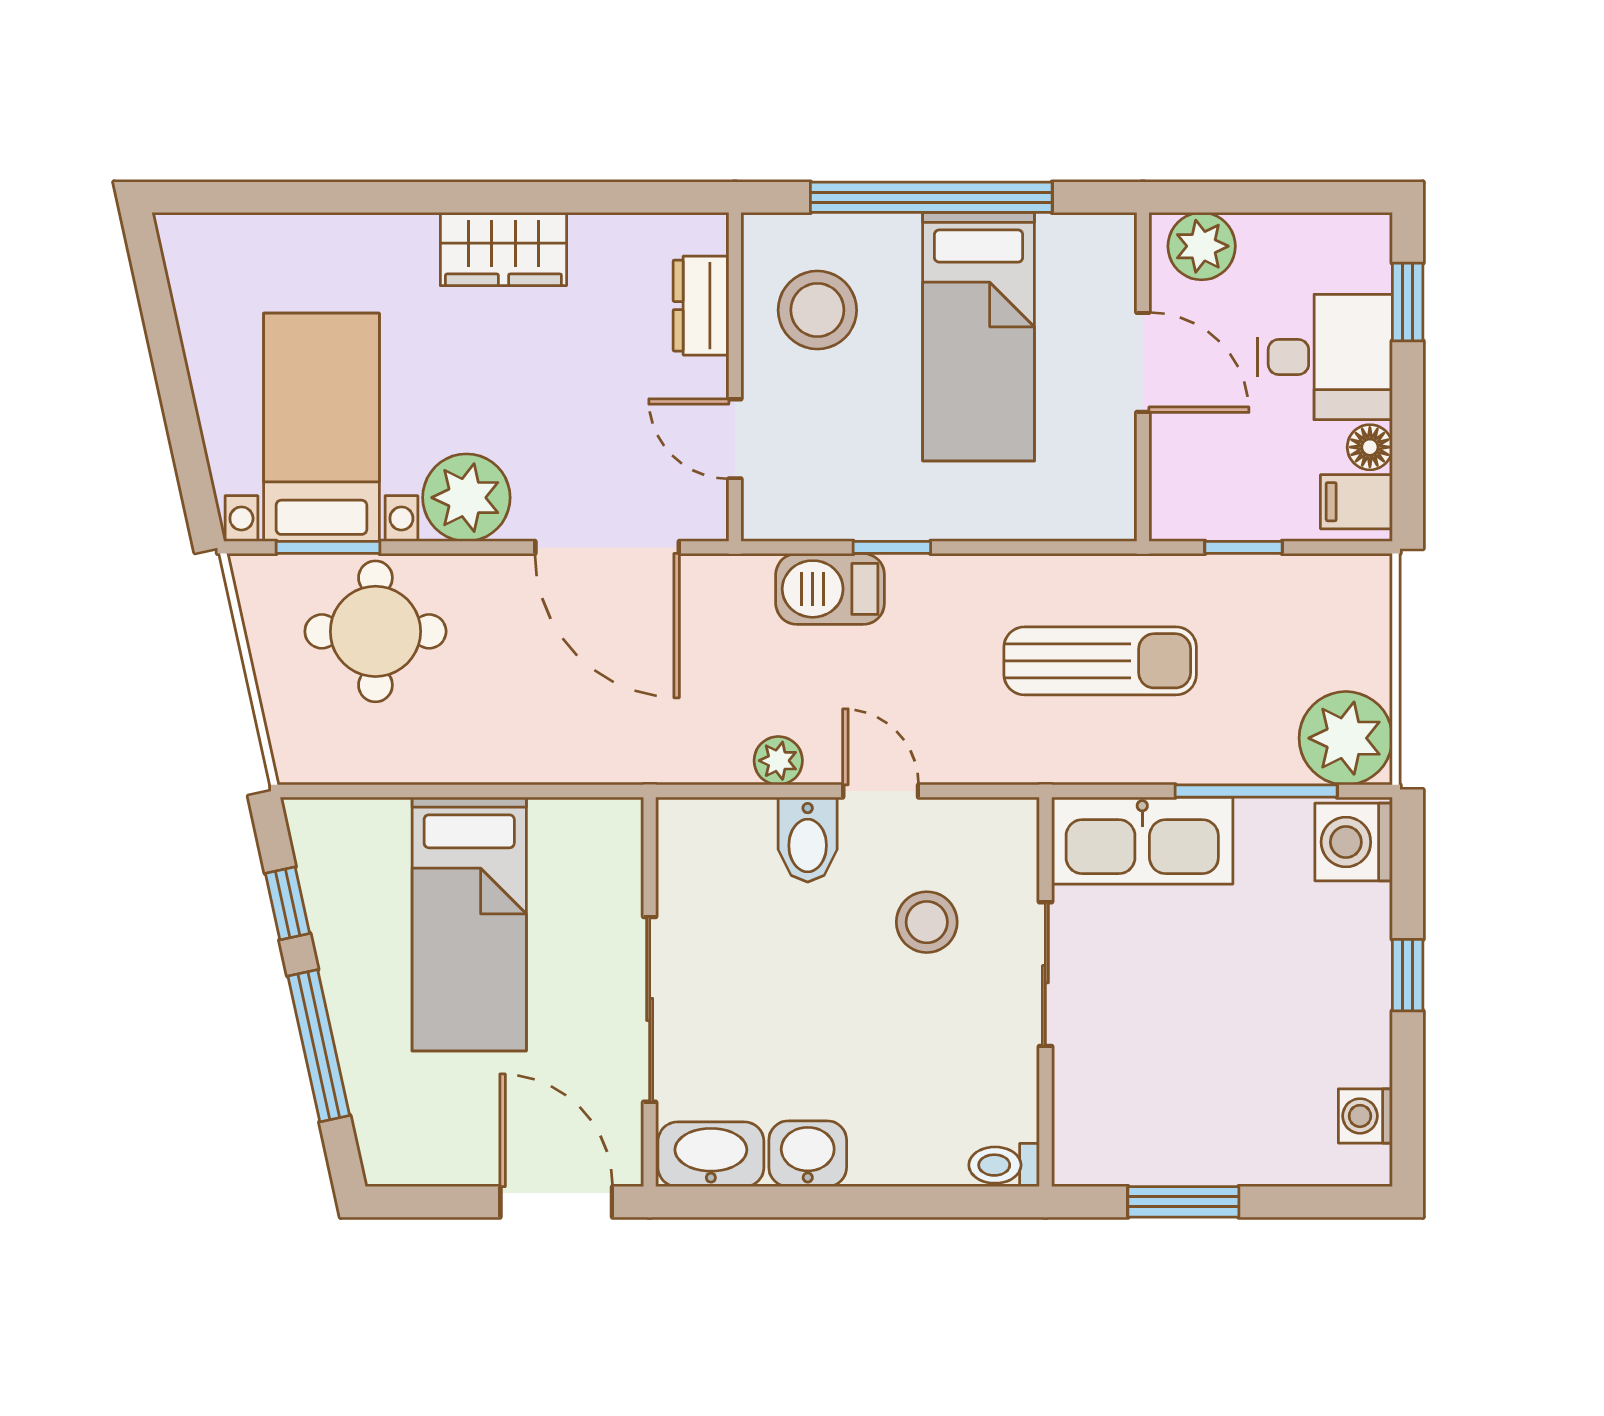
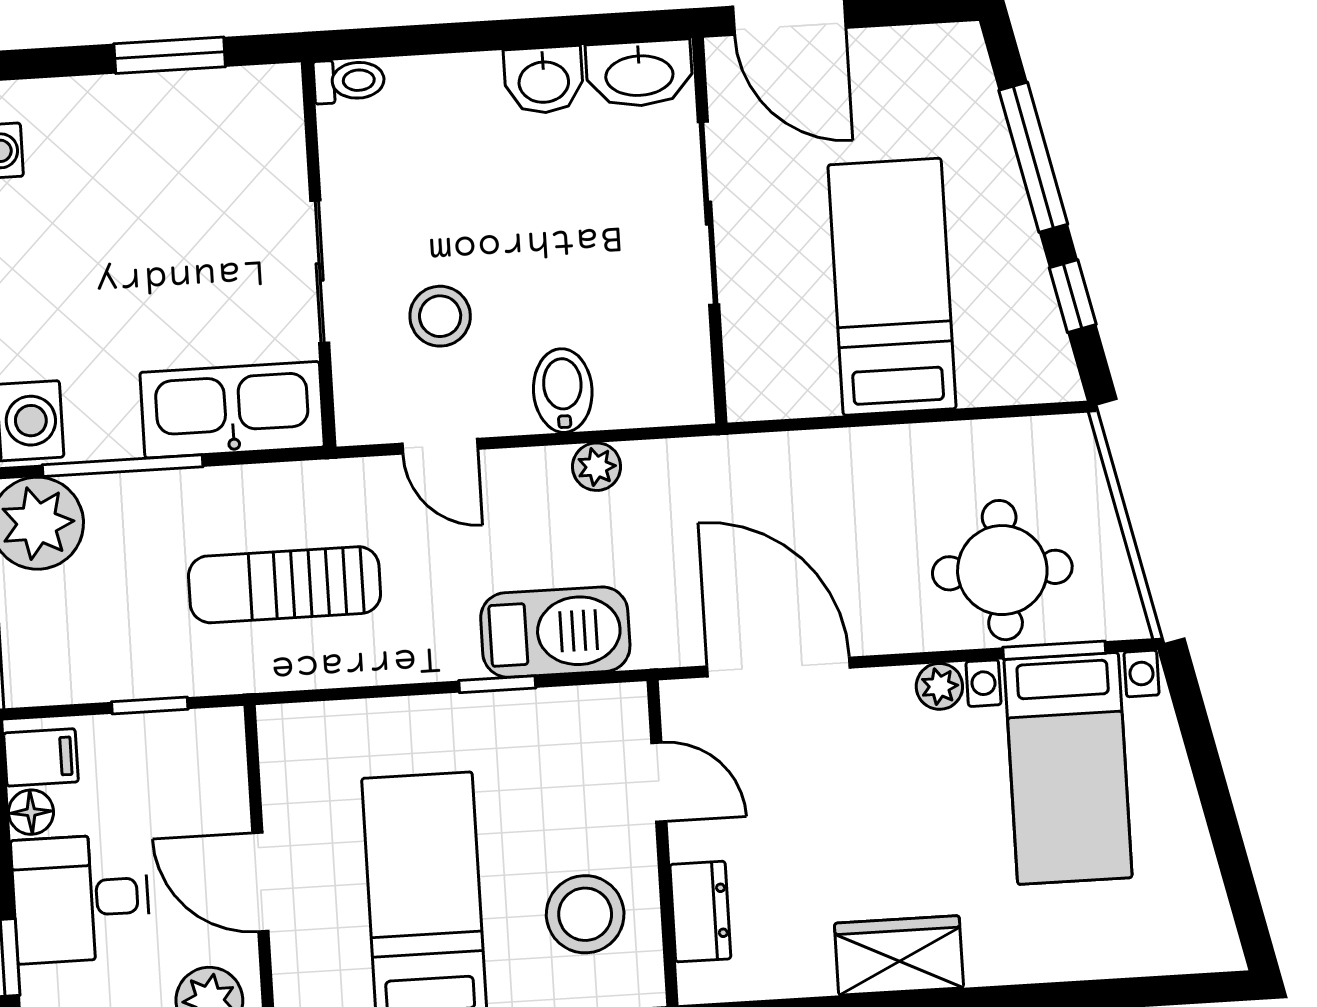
plant: (466, 498) -> (939, 686), width x0.53, depth x0.53
barbecue: (830, 589) -> (555, 632), width x1.37, depth x1.21
door: (881, 791) -> (440, 446), moved

